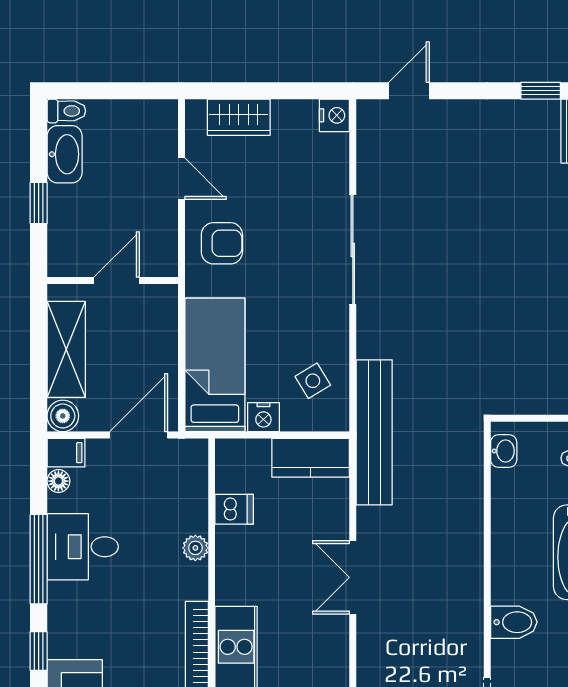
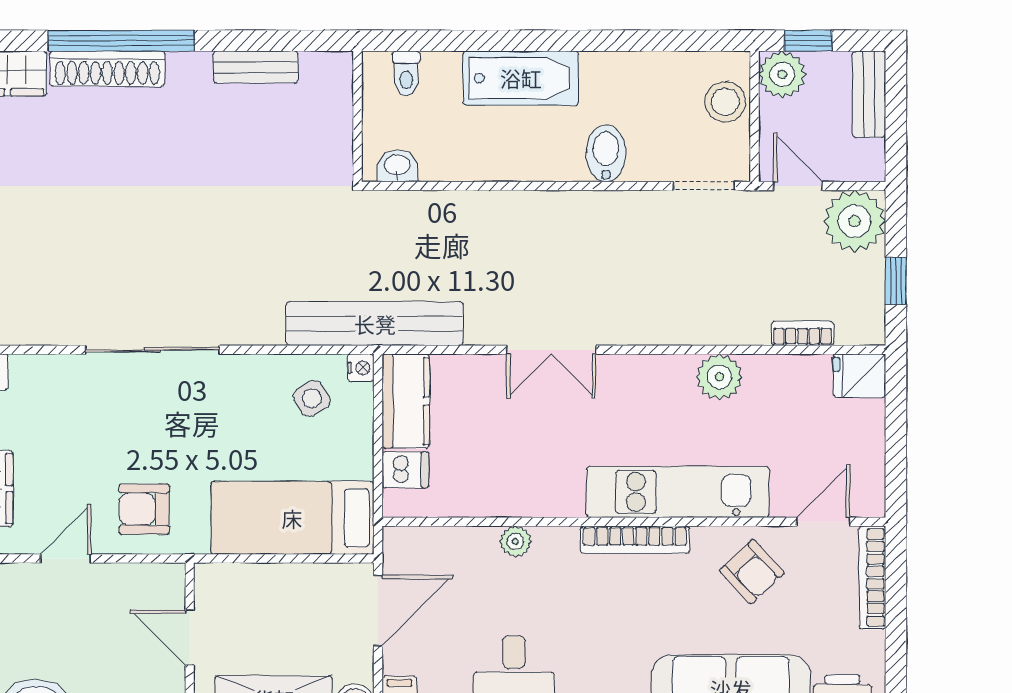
armchair: (222, 243) -> (144, 509), turned -90
nightstand: (263, 417) -> (361, 368), moved, width x0.72, depth x0.74
door: (139, 435) -> (378, 611), swing flipped
dishwasher: (234, 509) -> (405, 470), moved, turned 90

